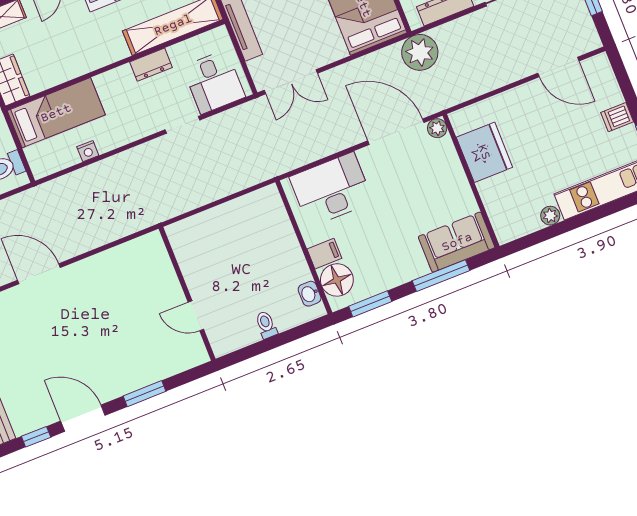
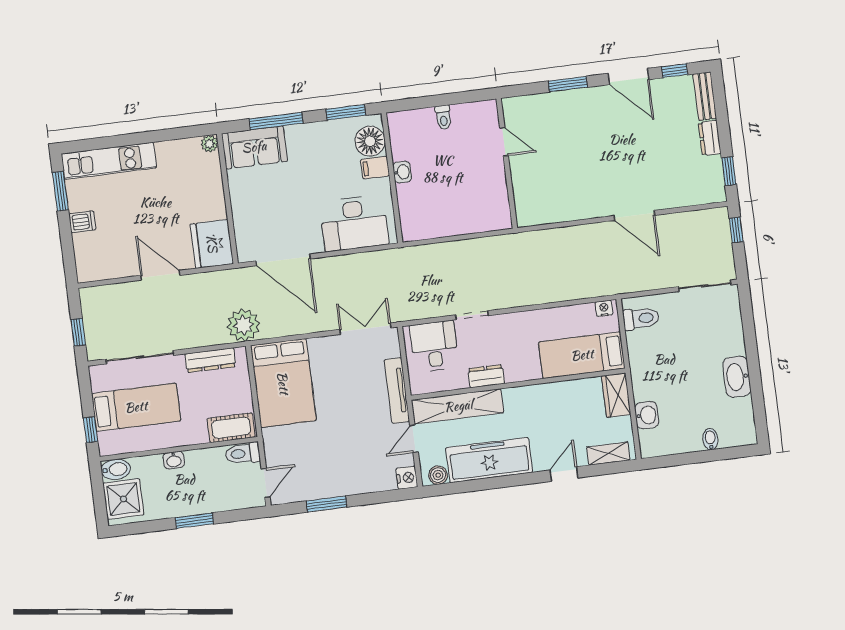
door: (558, 67) -> (160, 275), moved
plant: (437, 128) -> (245, 253), removed
nightstand: (88, 151) -> (604, 308), moved
fridge: (484, 152) -> (212, 244), moved
plant: (550, 216) -> (210, 144), moved
washbasin: (310, 294) -> (402, 172), moved

